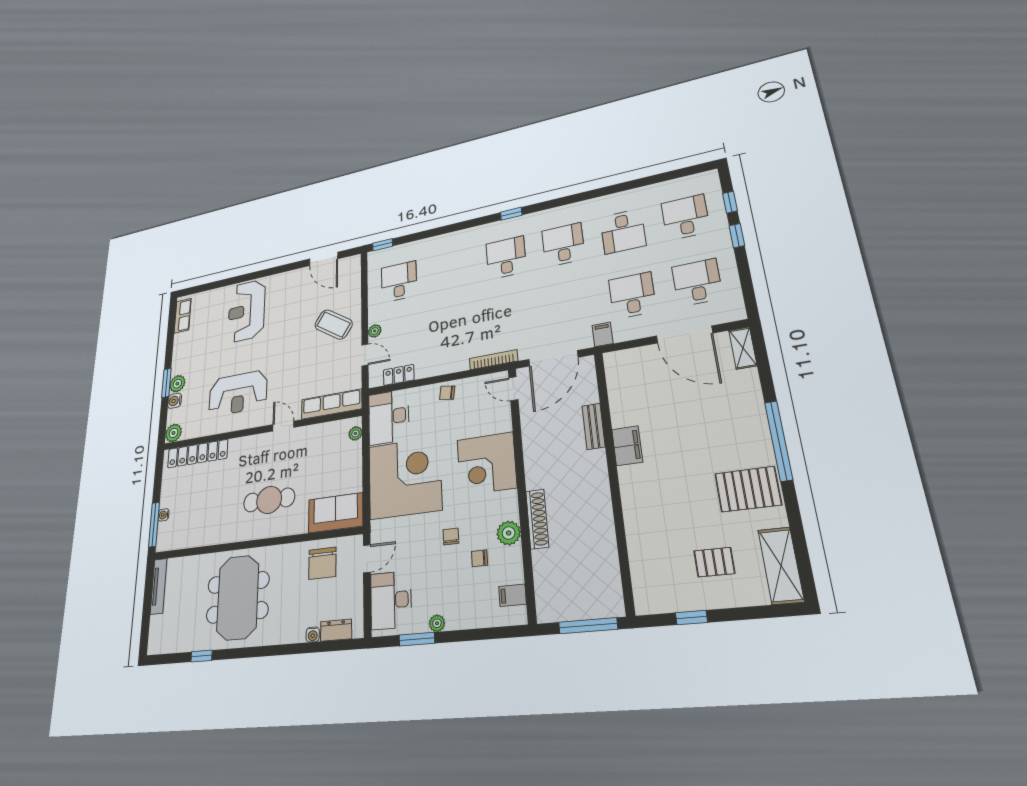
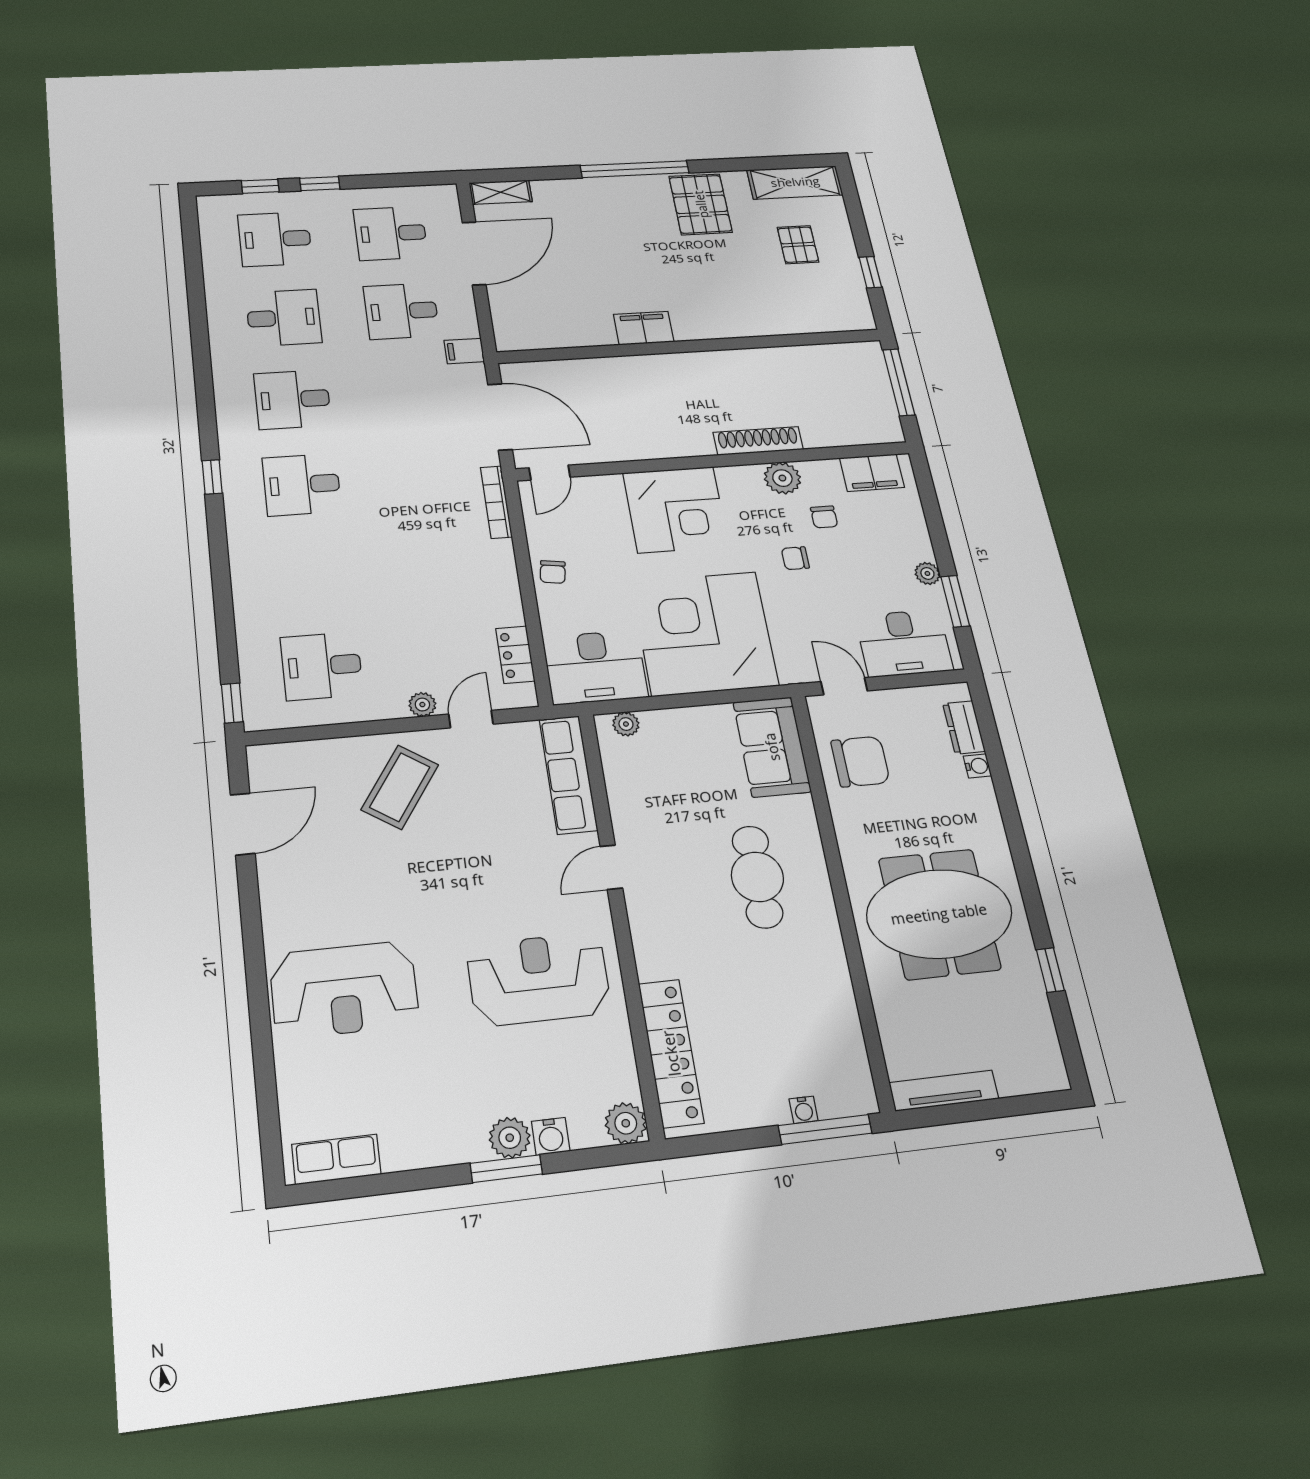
reception desk: (238, 393) -> (539, 979), turned -90
bench: (594, 426) -> (614, 367), removed
filing cabinet: (512, 595) -> (872, 473), width x2.00

